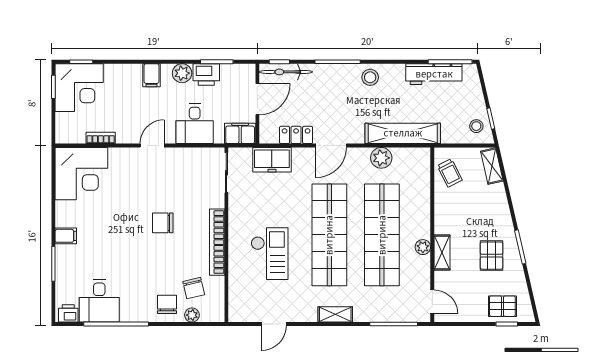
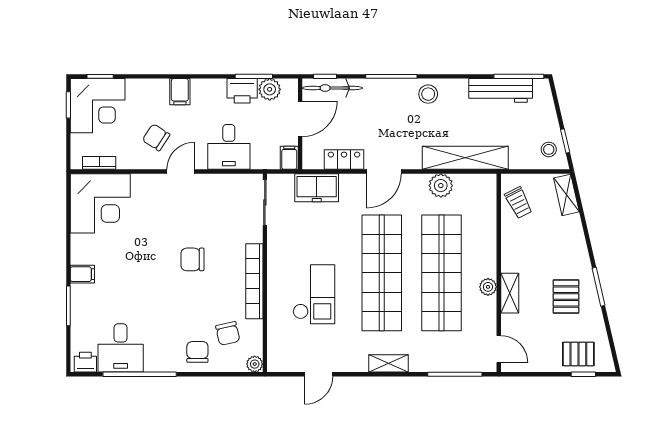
plant: (182, 73) -> (270, 89), moved
chair: (131, 115) -> (156, 137), added
filing cabinet: (240, 133) -> (289, 158), width x0.50
bookcase: (101, 138) -> (99, 163), moved
plant: (192, 315) -> (255, 364), moved

